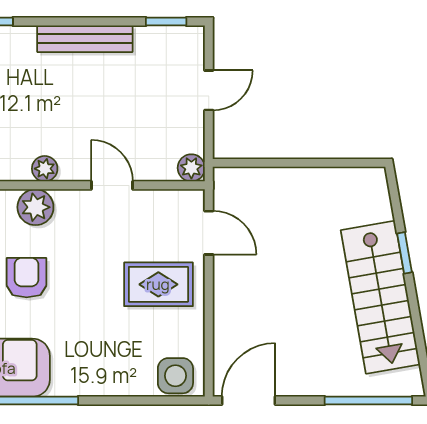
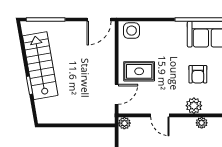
plant: (45, 169) -> (202, 123), moved
door: (209, 233) -> (117, 94), swing flipped

